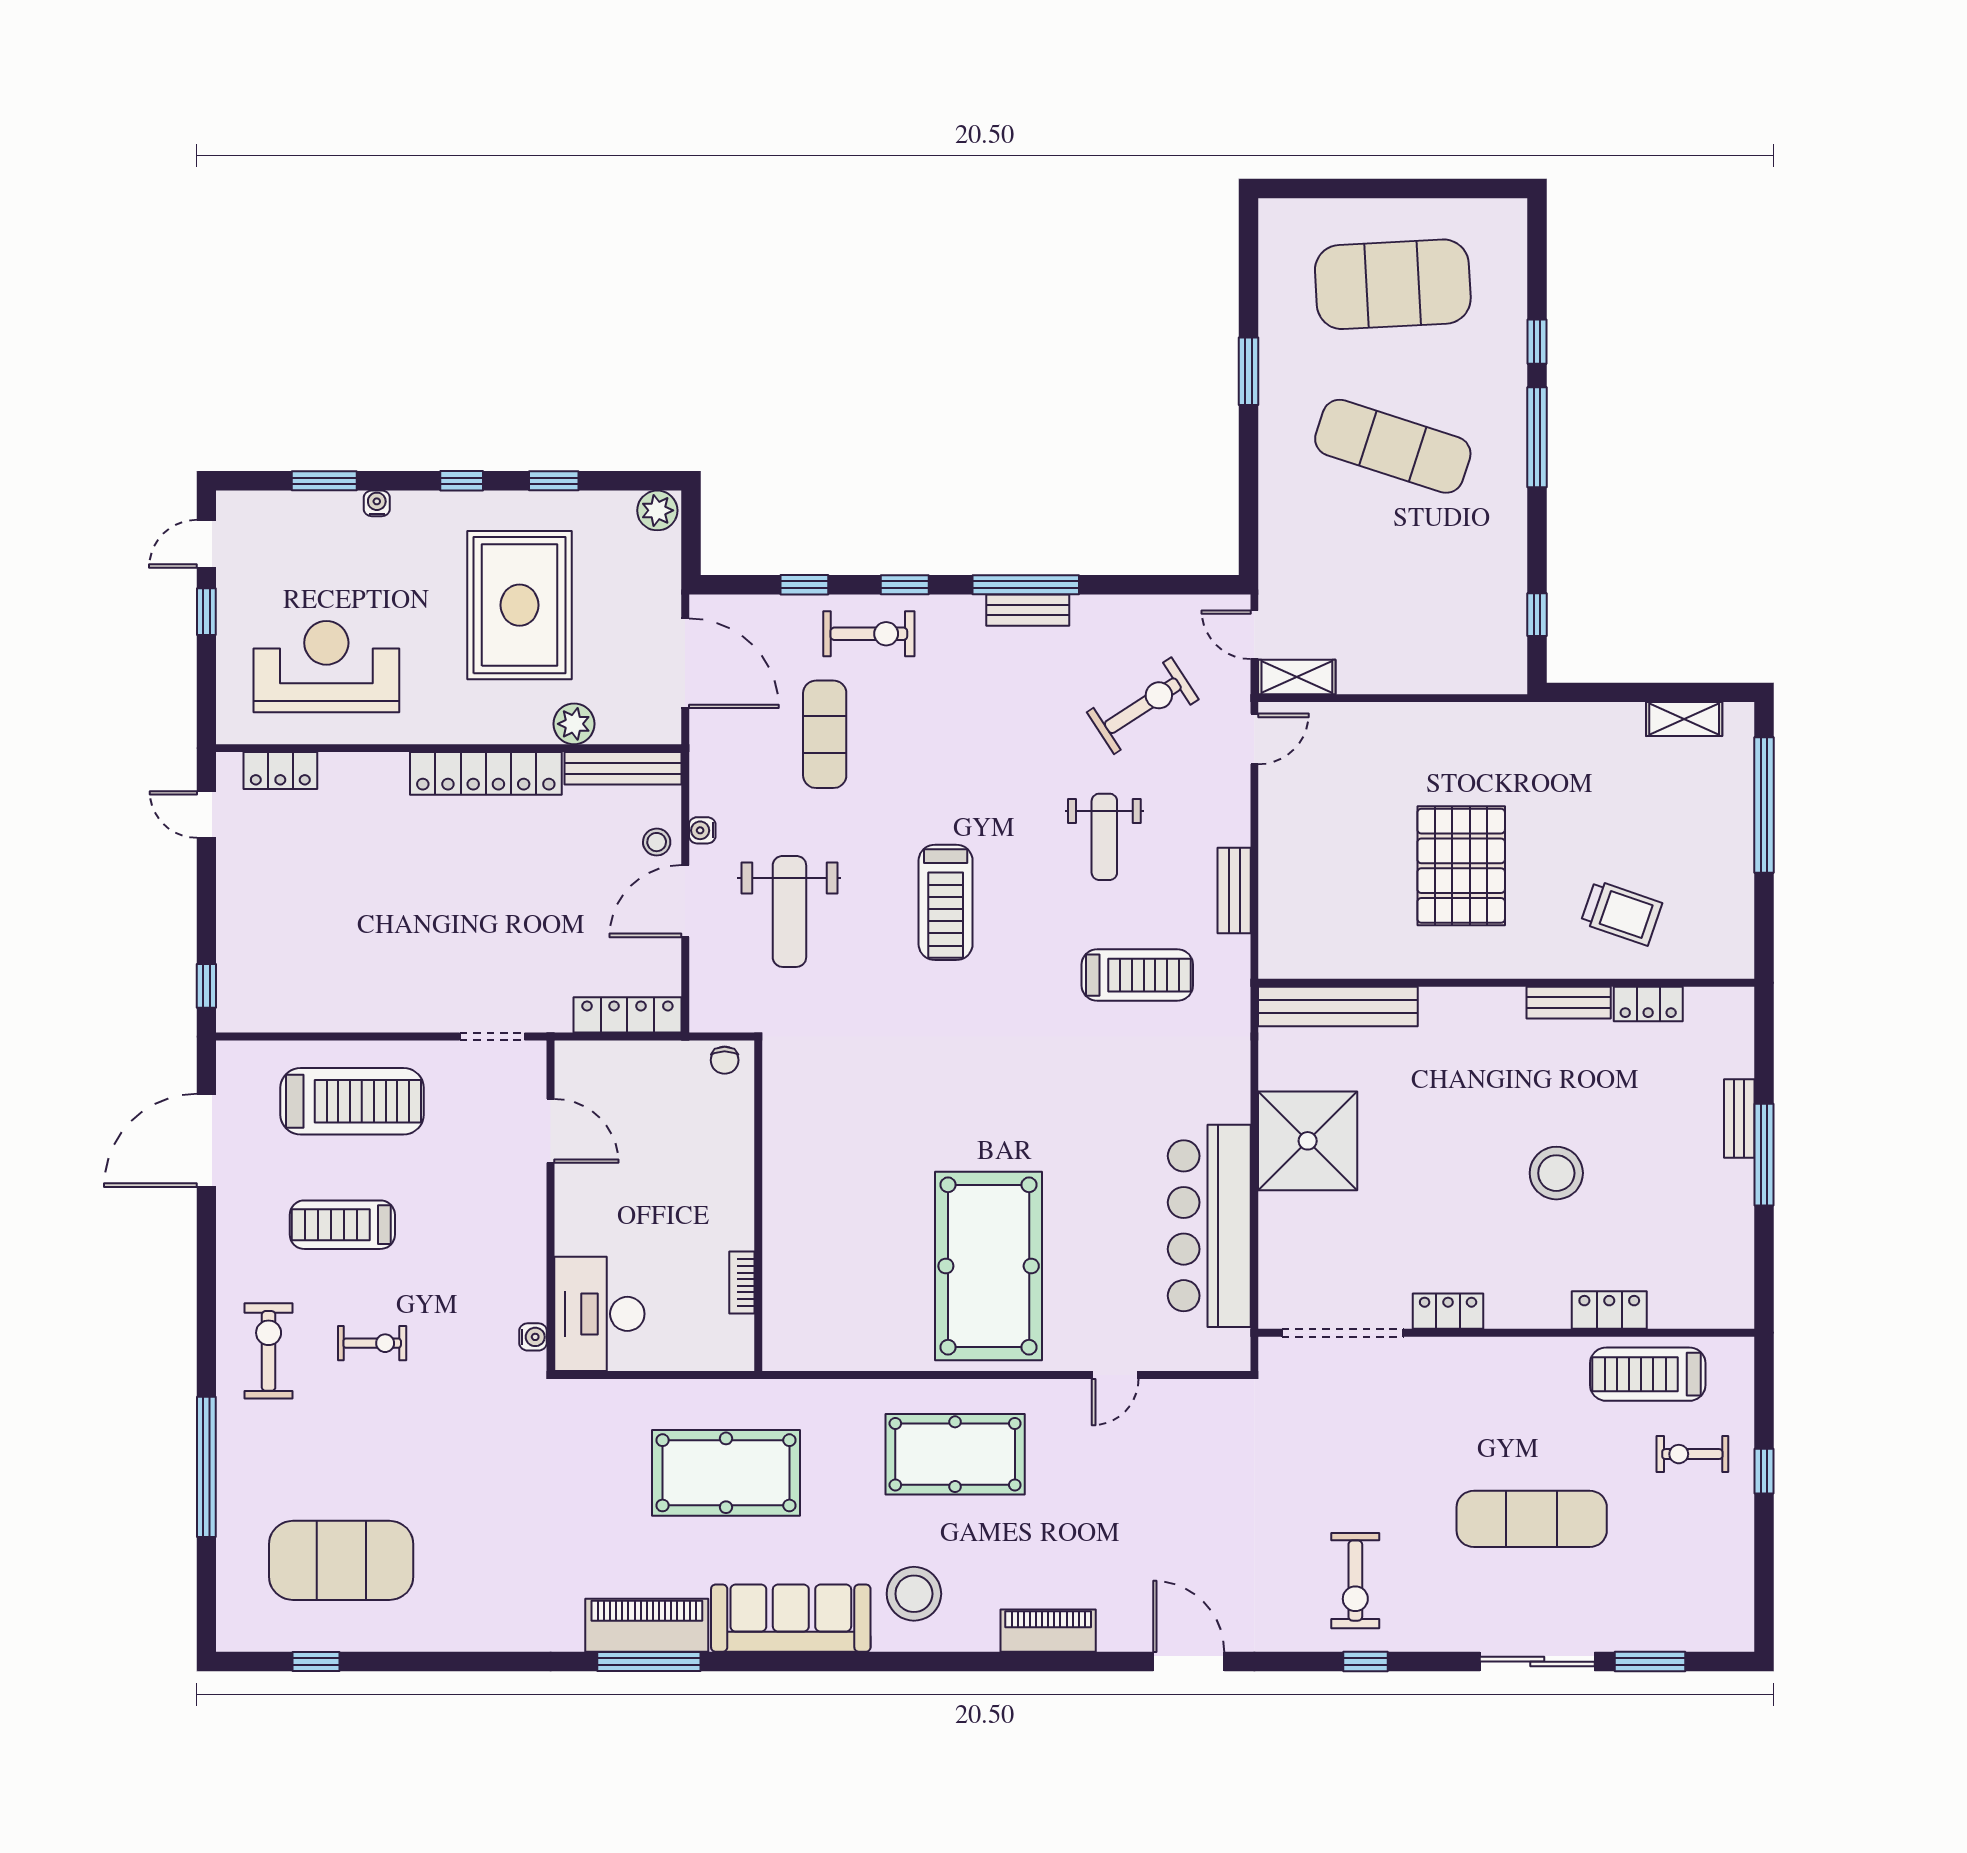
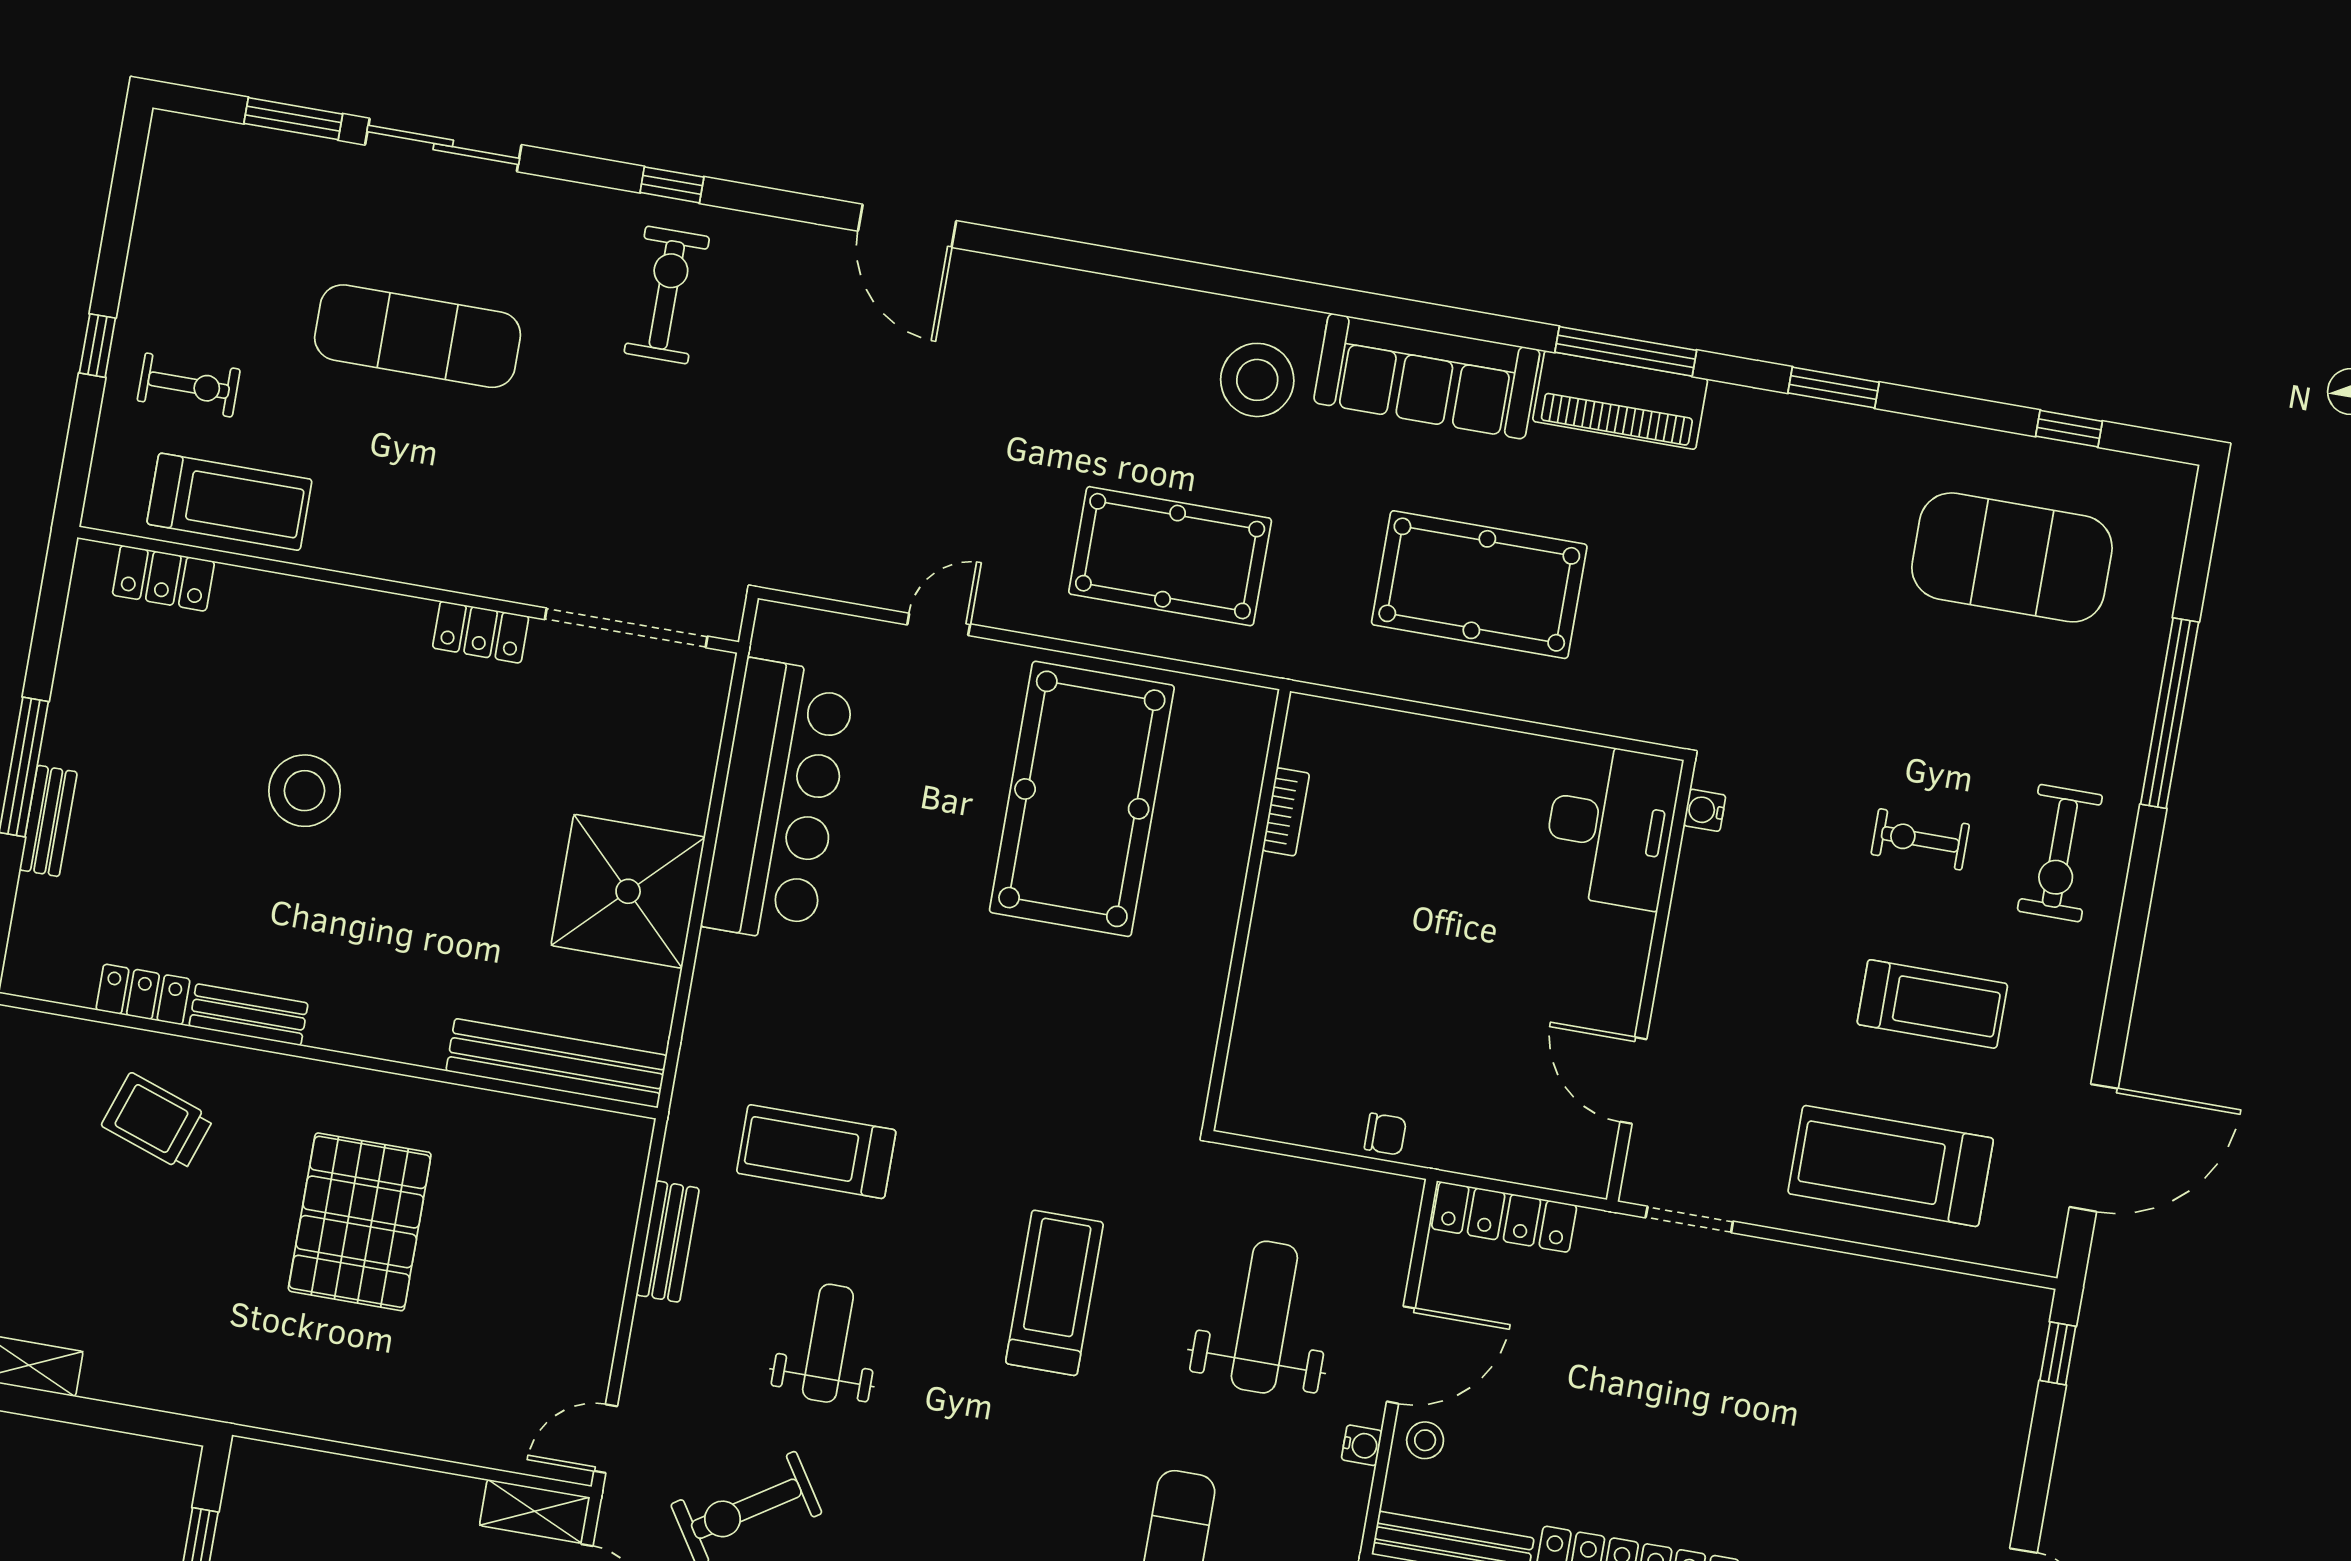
chair: (725, 1060) -> (1385, 1134), turned 90
wall: (758, 1206) -> (1246, 910), moved
bookcase: (742, 1282) -> (1286, 812), moved
locker: (1609, 1310) -> (163, 578), moved
piano: (1048, 1631) -> (1087, 300), removed
window: (493, 1662) -> (1834, 388), added

